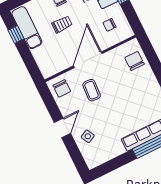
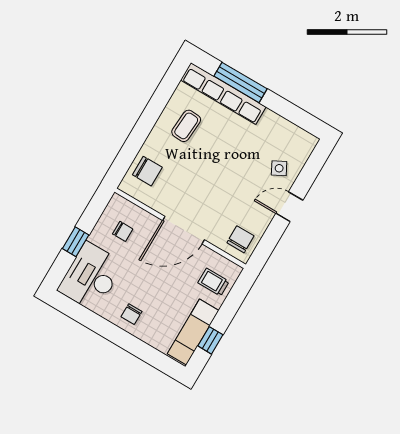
trolley: (62, 24) -> (213, 282), moved
chair: (134, 61) -> (147, 171), turned -90
coffee table: (92, 90) -> (186, 126), moved

